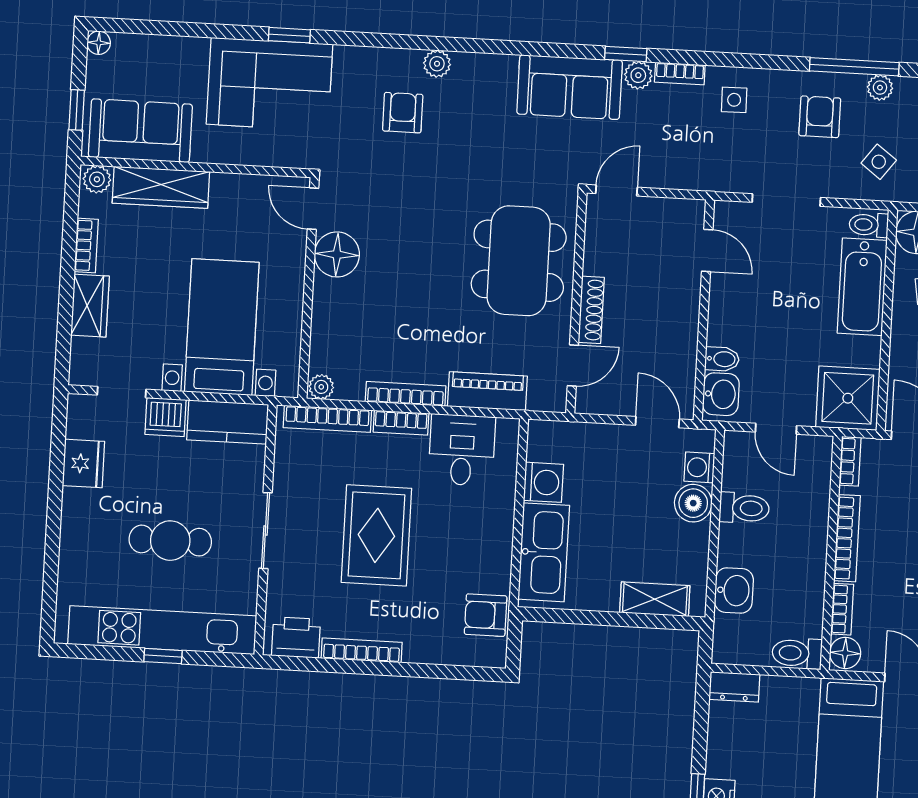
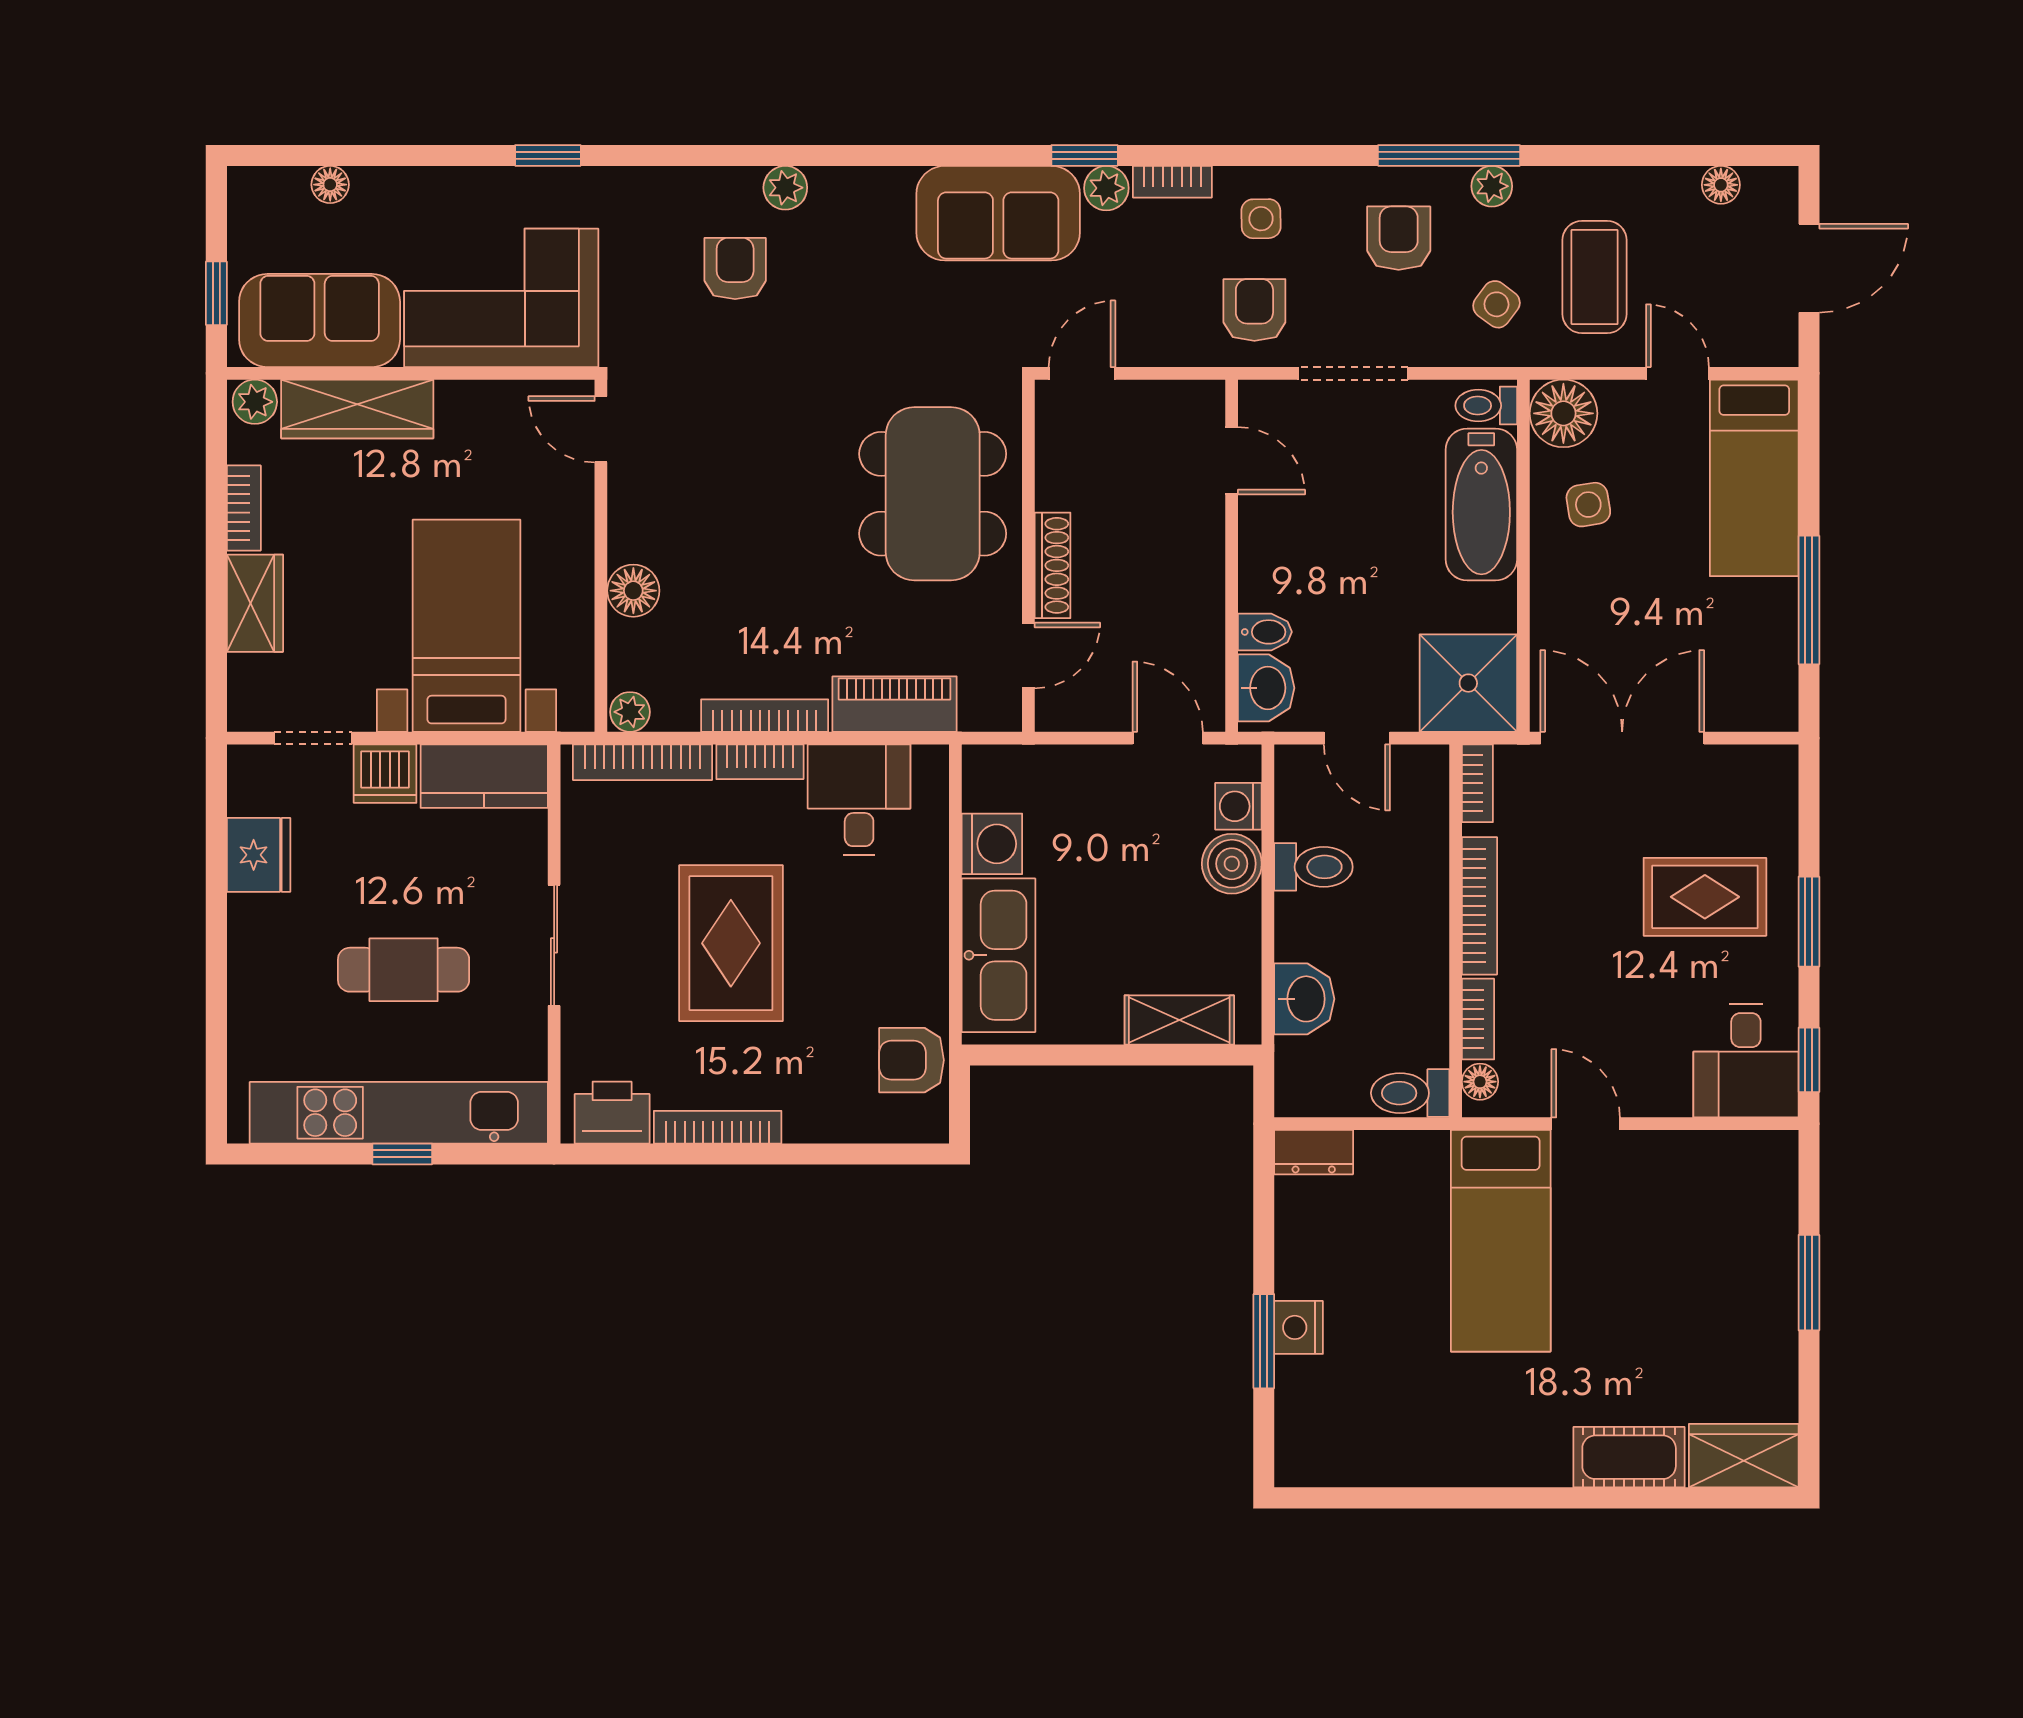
floor lamp: (99, 43) -> (330, 185), moved
corner sofa: (269, 84) -> (501, 298), moved, turned 180
armchair: (727, 157) -> (1254, 310), added
floor lamp: (337, 254) -> (633, 591), moved, width x0.73, depth x0.73
floor lamp: (845, 653) -> (1480, 1082), width x0.73, depth x0.73

